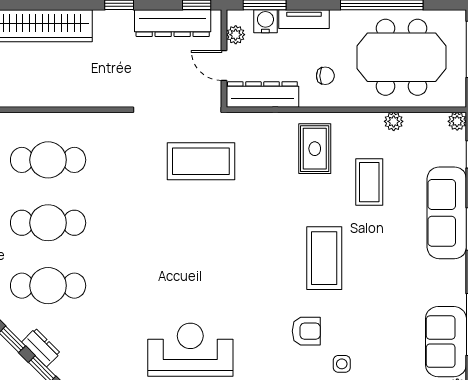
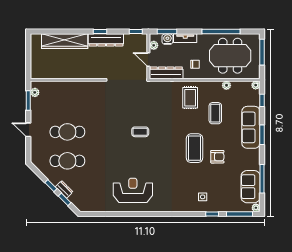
dresser: (173, 23) -> (106, 40), moved
cafe table: (48, 160) -> (67, 103), removed
coffee table: (201, 161) -> (140, 132), moved, width x0.54, depth x0.58
armchair: (306, 331) -> (217, 157), moved

